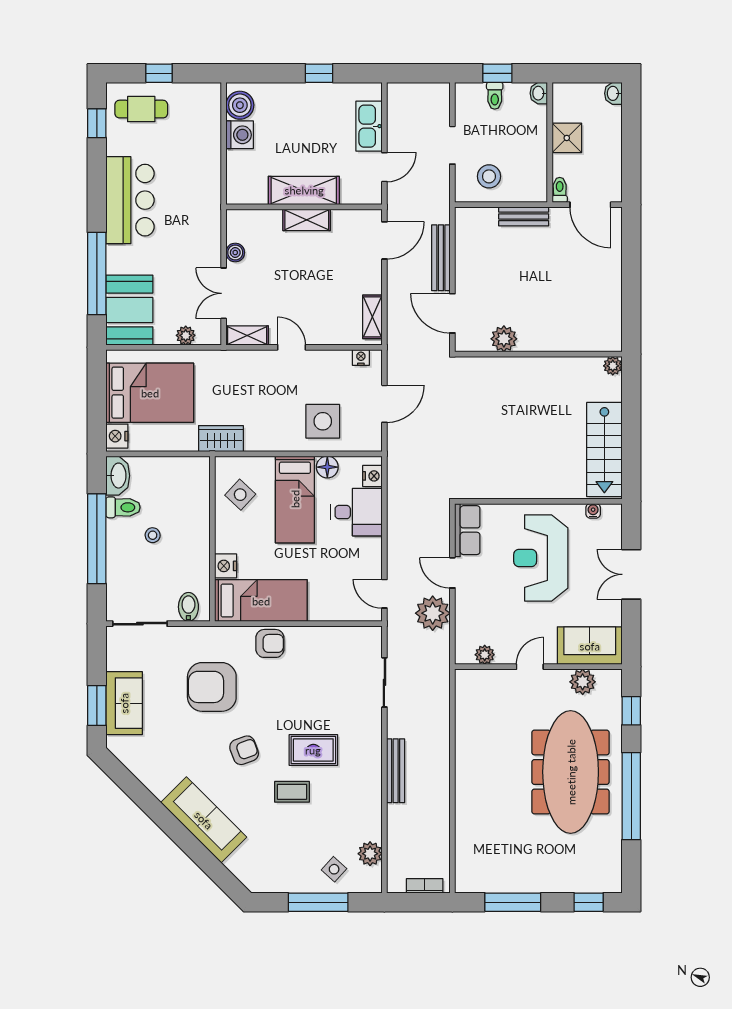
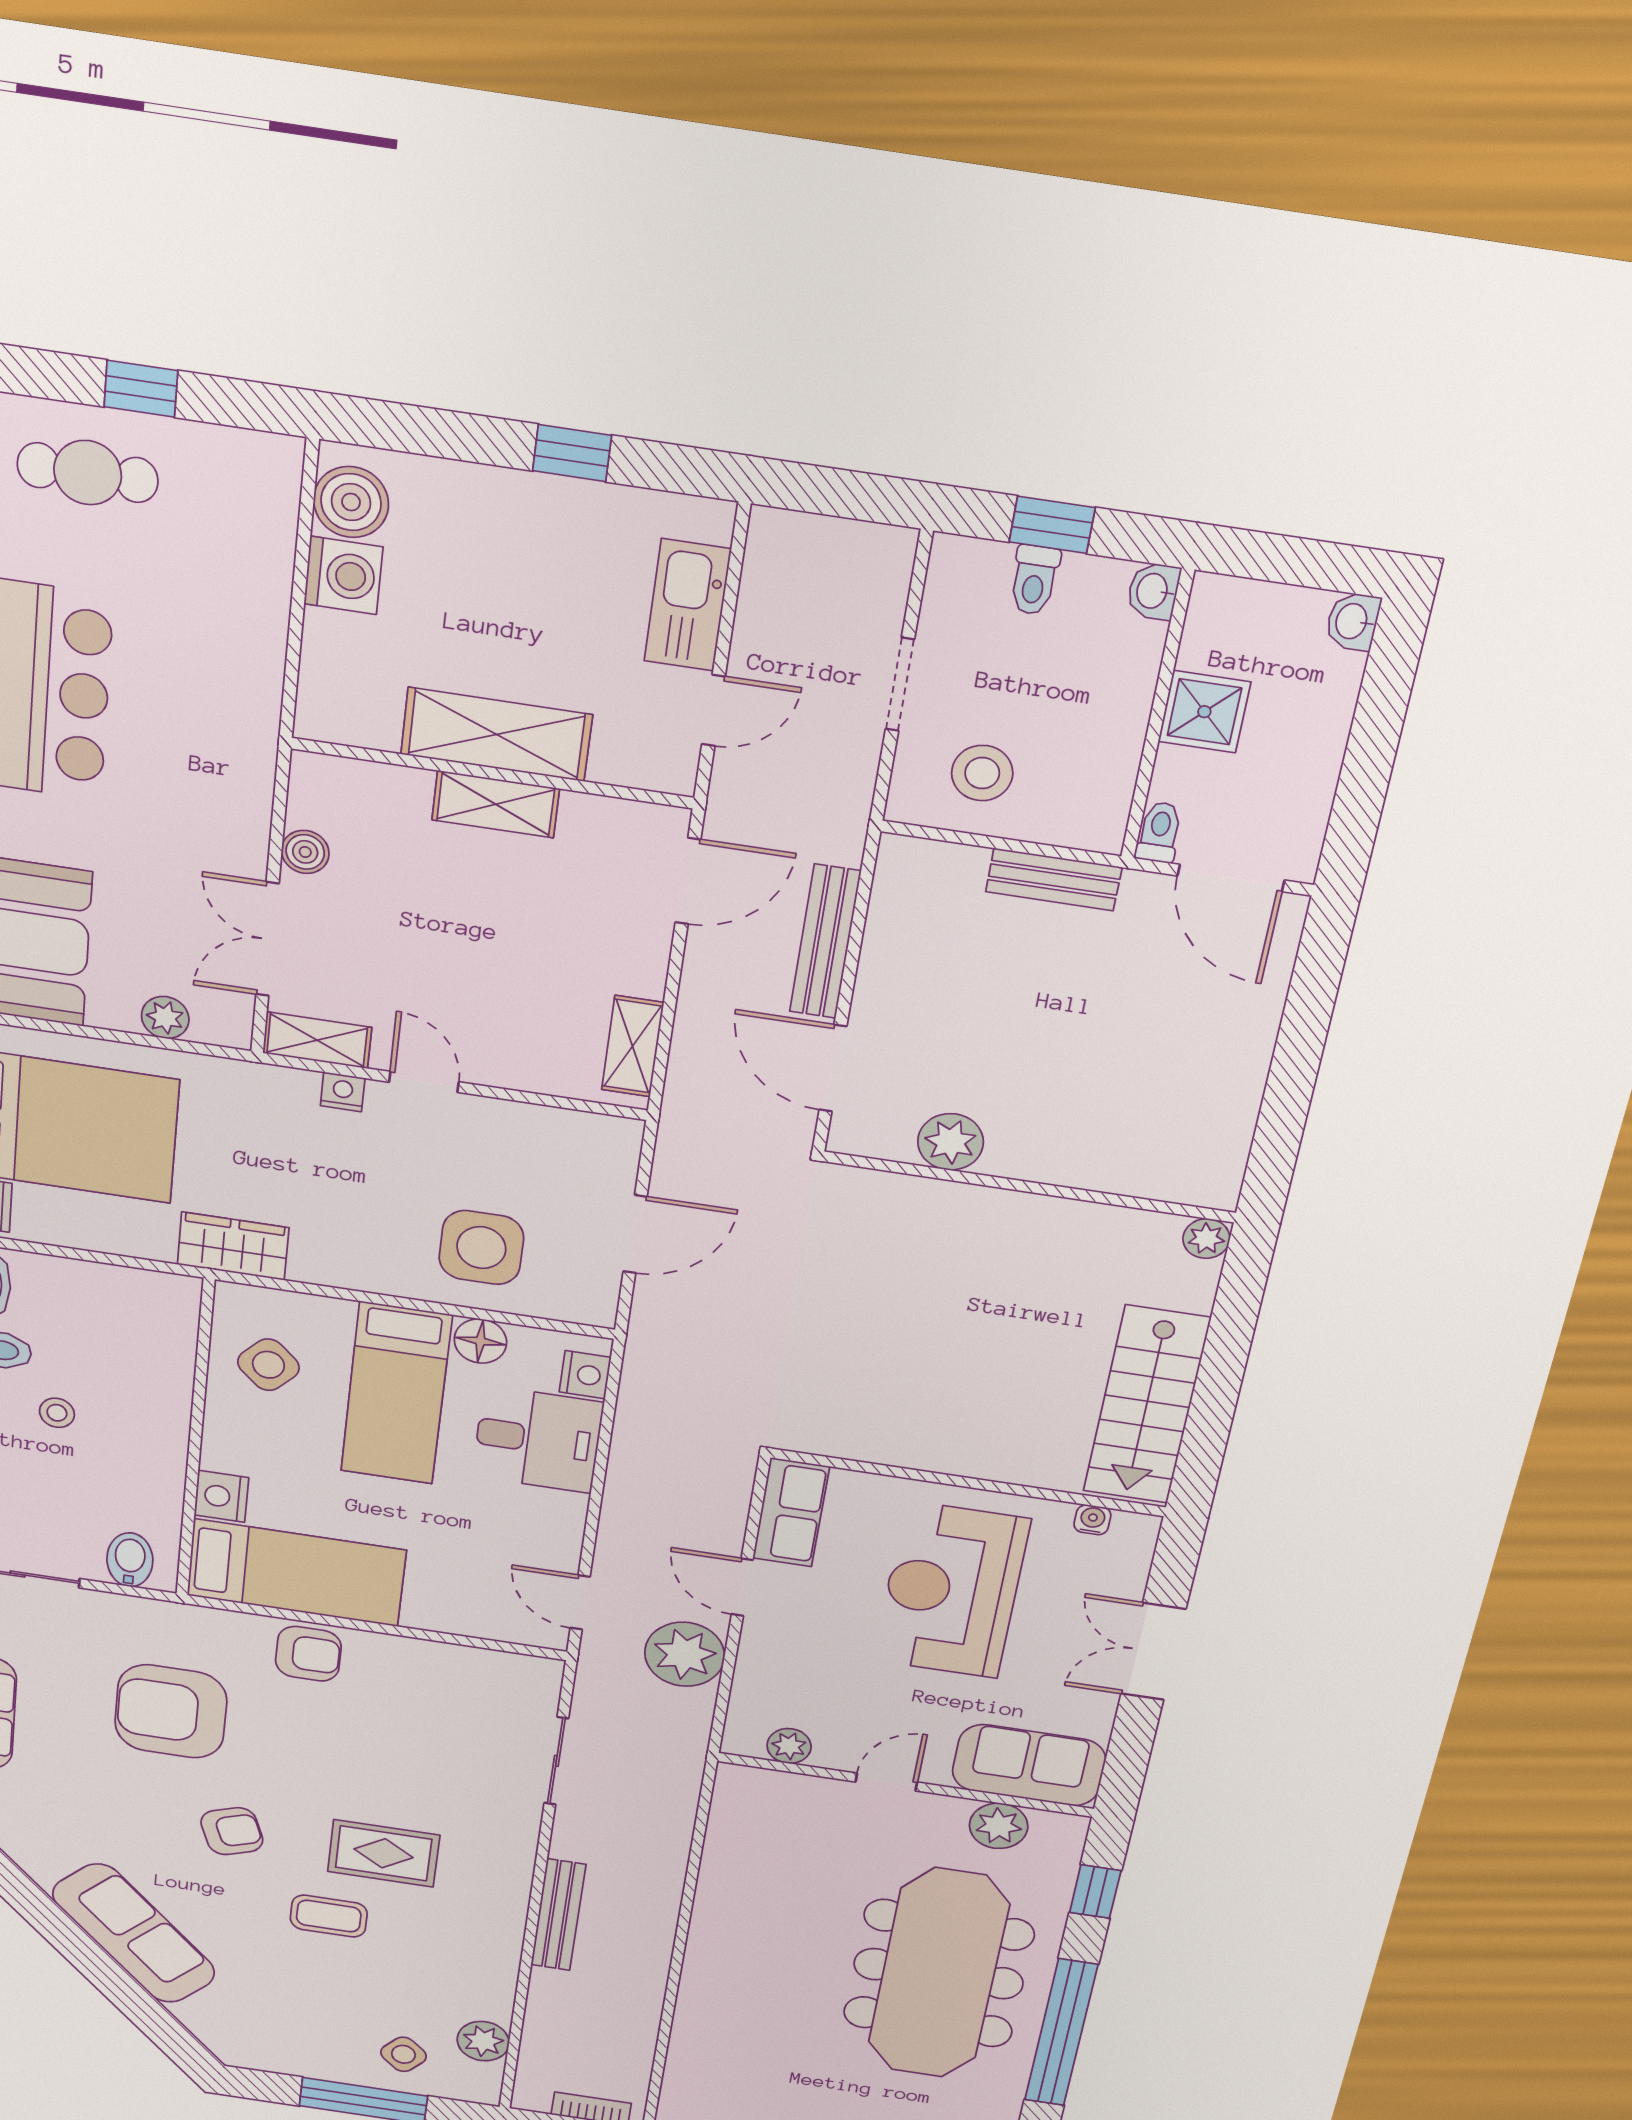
nightstand: (361, 358) -> (343, 1092), moved

